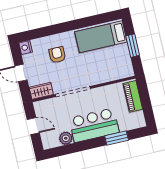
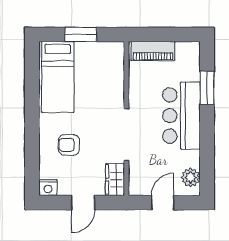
plant: (66, 138) -> (191, 177), moved

